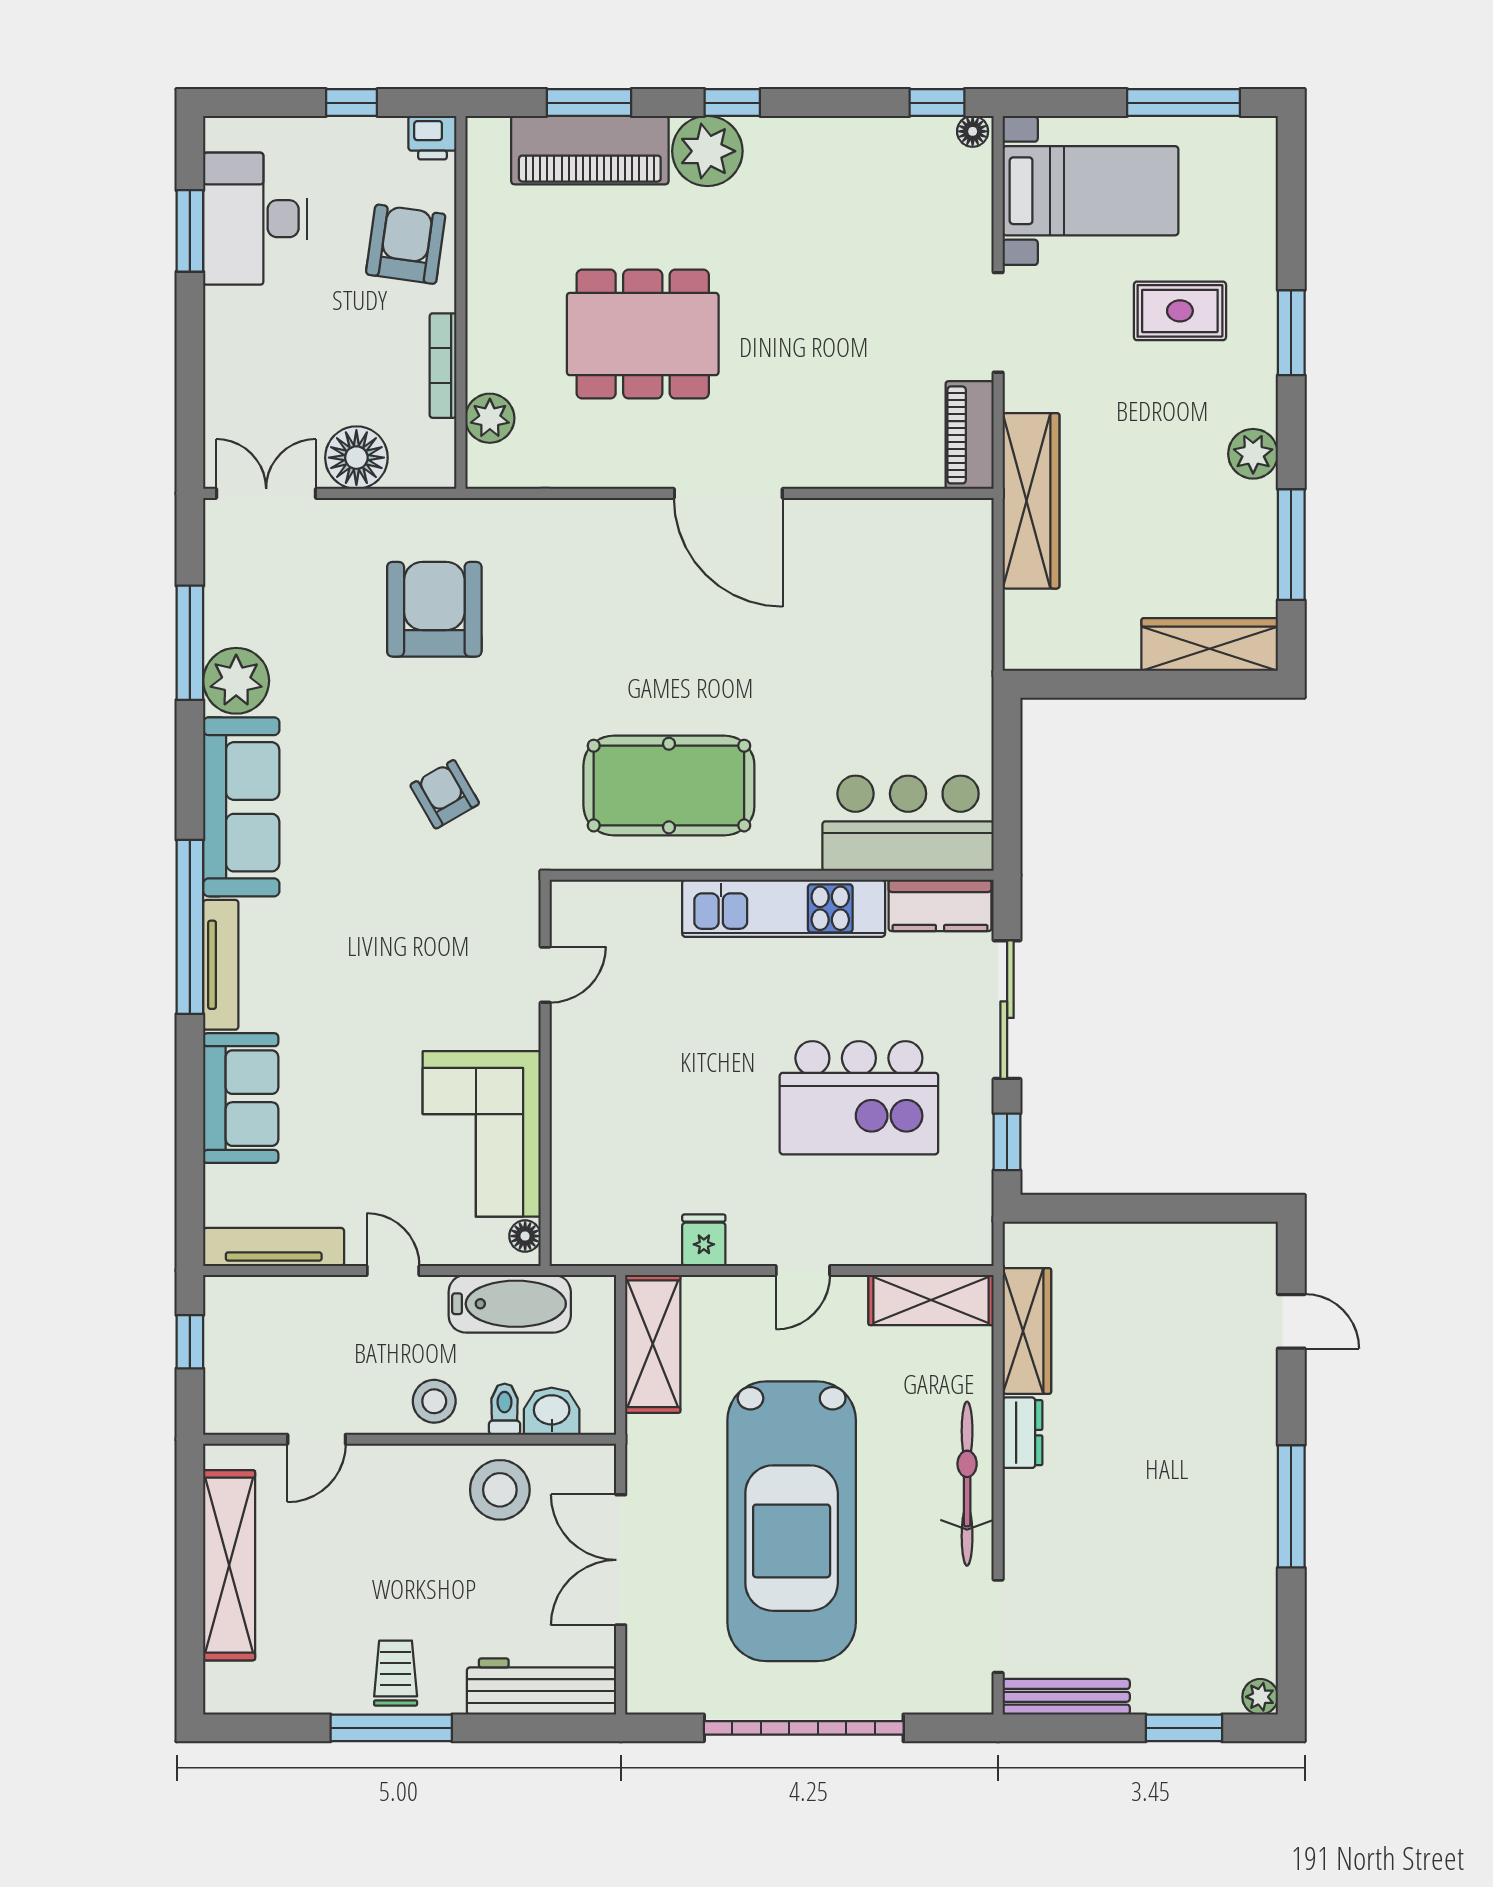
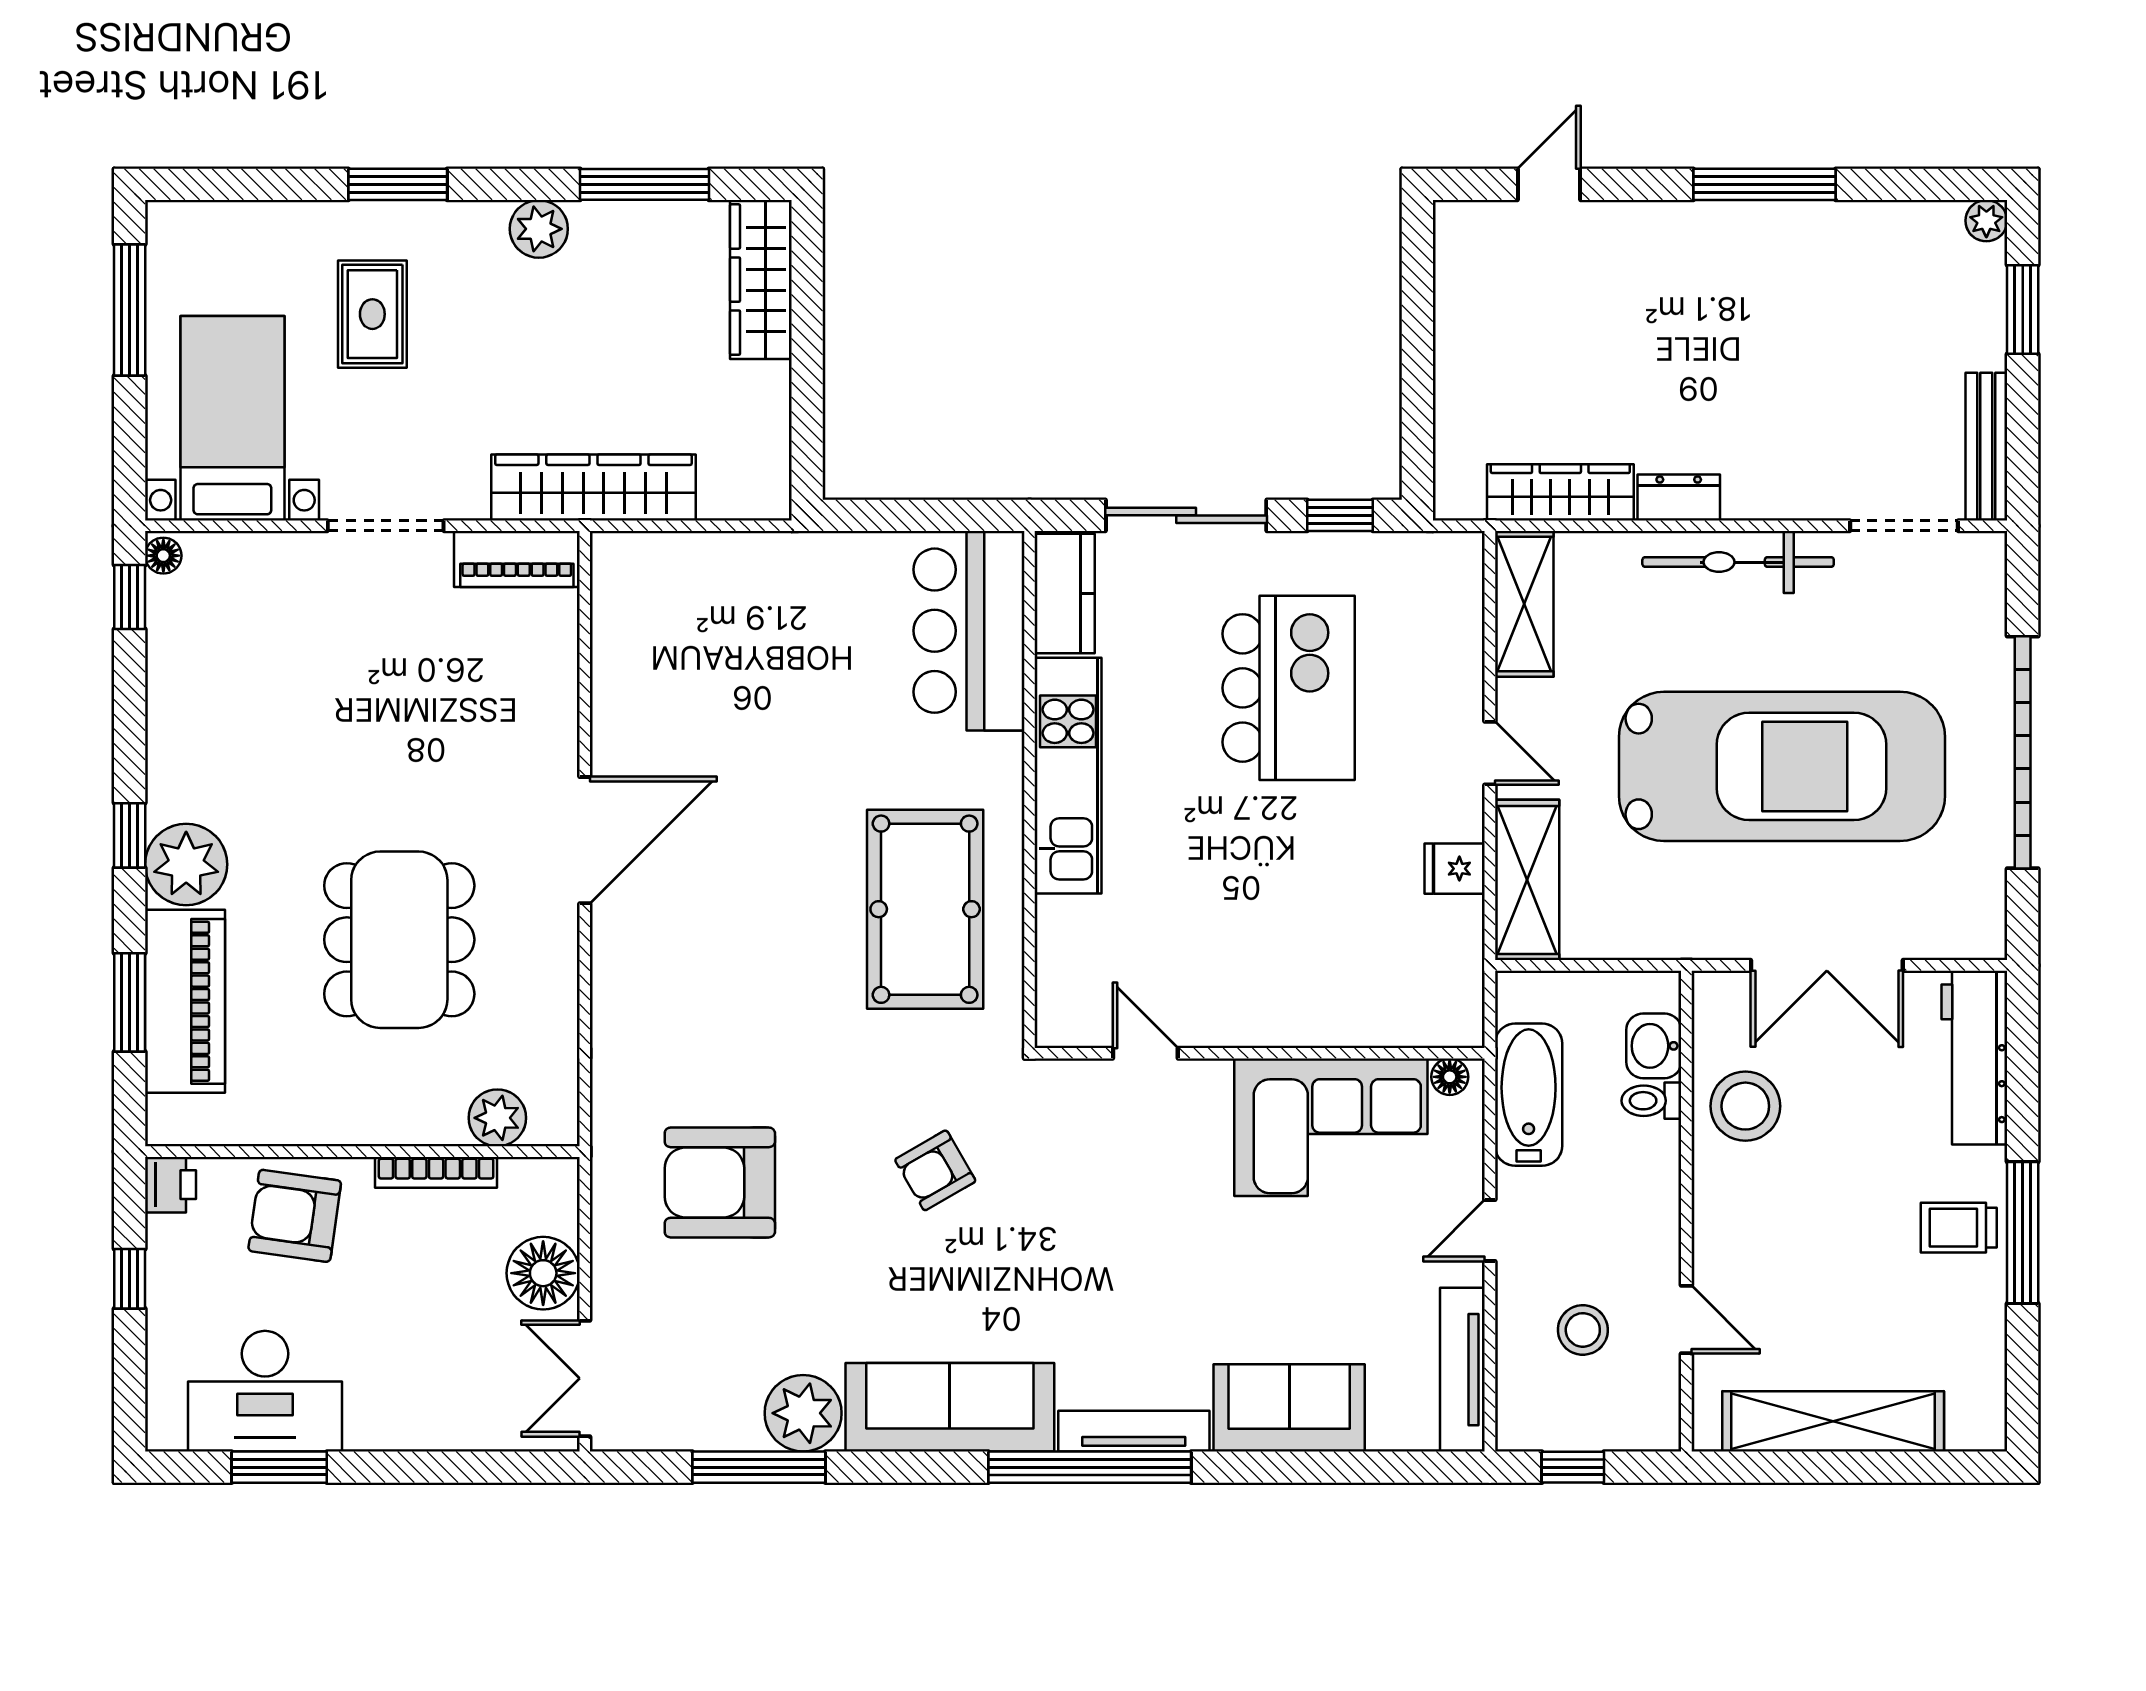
shelving: (653, 1344) -> (1527, 880), moved, turned 90
stool: (434, 1401) -> (1583, 1330), moved

